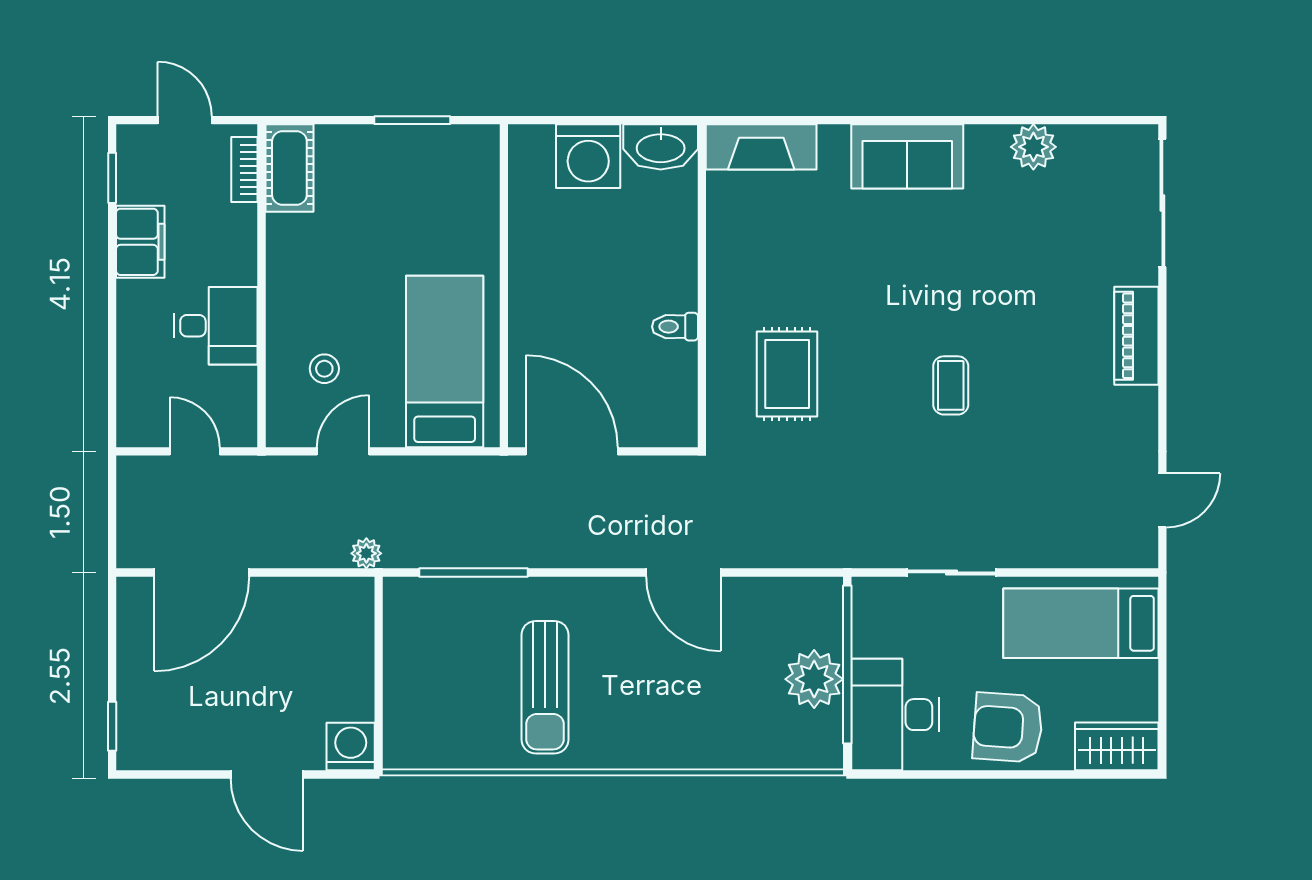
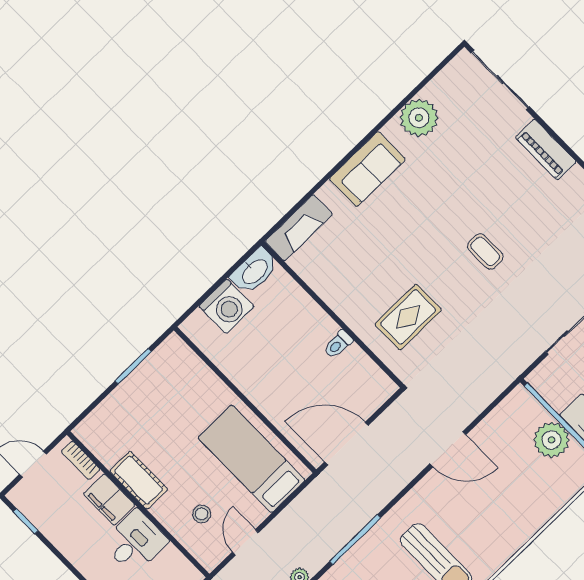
plant: (1033, 147) -> (419, 118), width x1.36, depth x1.36
cot: (289, 168) -> (139, 480), moved
filing cabinet: (140, 242) -> (109, 500), moved, turned 180
rug: (787, 374) -> (408, 317), turned 90

